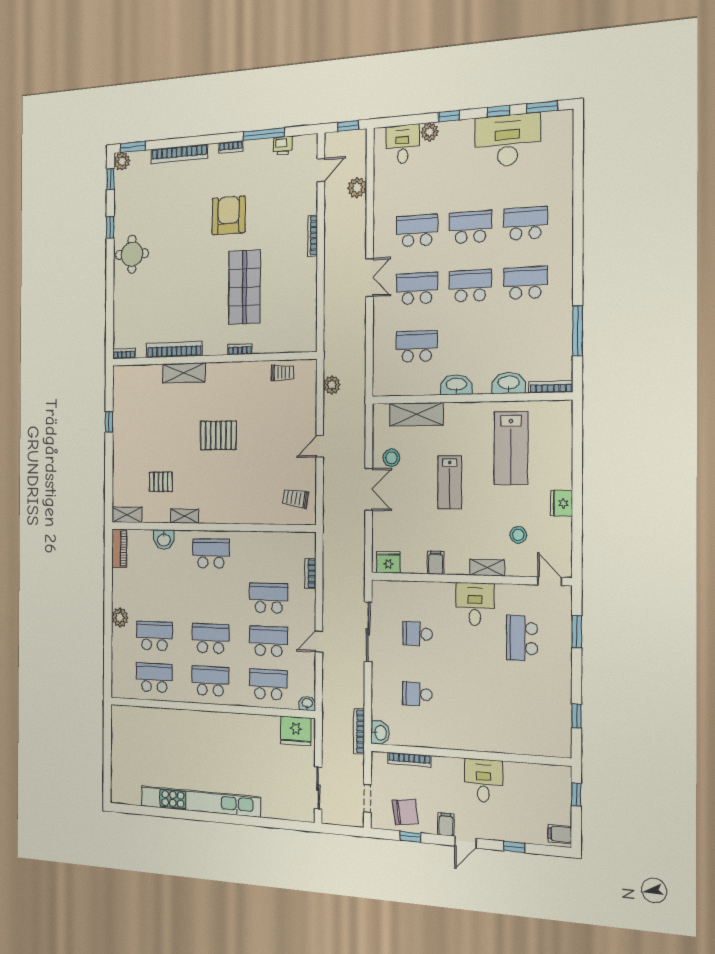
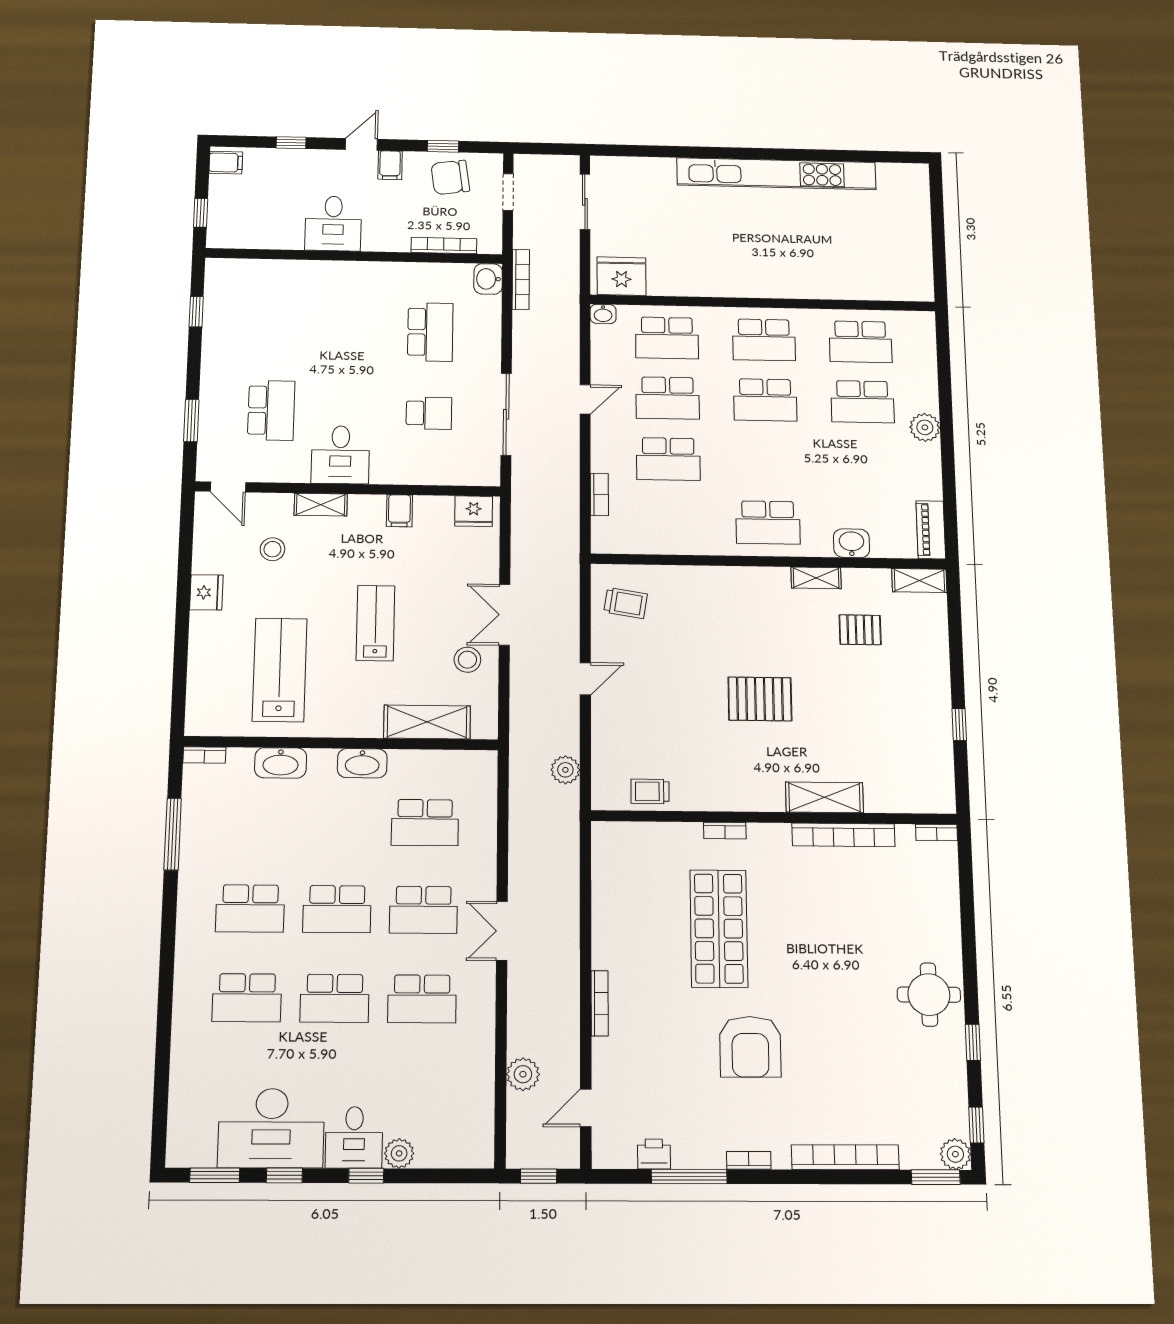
desk: (403, 144) -> (354, 1137), moved
bookcase: (551, 387) -> (204, 755), width x0.64
school desk: (417, 694) -> (430, 332), width x1.85

